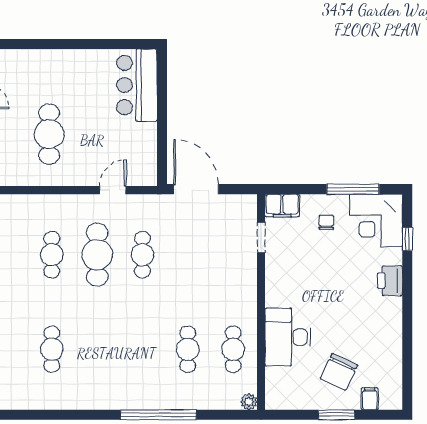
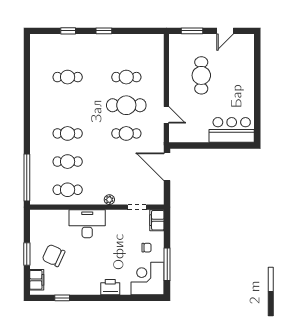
cafe table: (49, 134) -> (201, 75), turned 90
door: (196, 189) -> (167, 167), swing flipped
window: (407, 239) -> (62, 298), moved
desk: (288, 337) -> (87, 224), moved
cafe table: (142, 349) -> (68, 133), added
filing cabinet: (370, 399) -> (37, 280), width x2.00
plant: (249, 402) -> (109, 200), moved
window: (158, 415) -> (27, 177), moved

